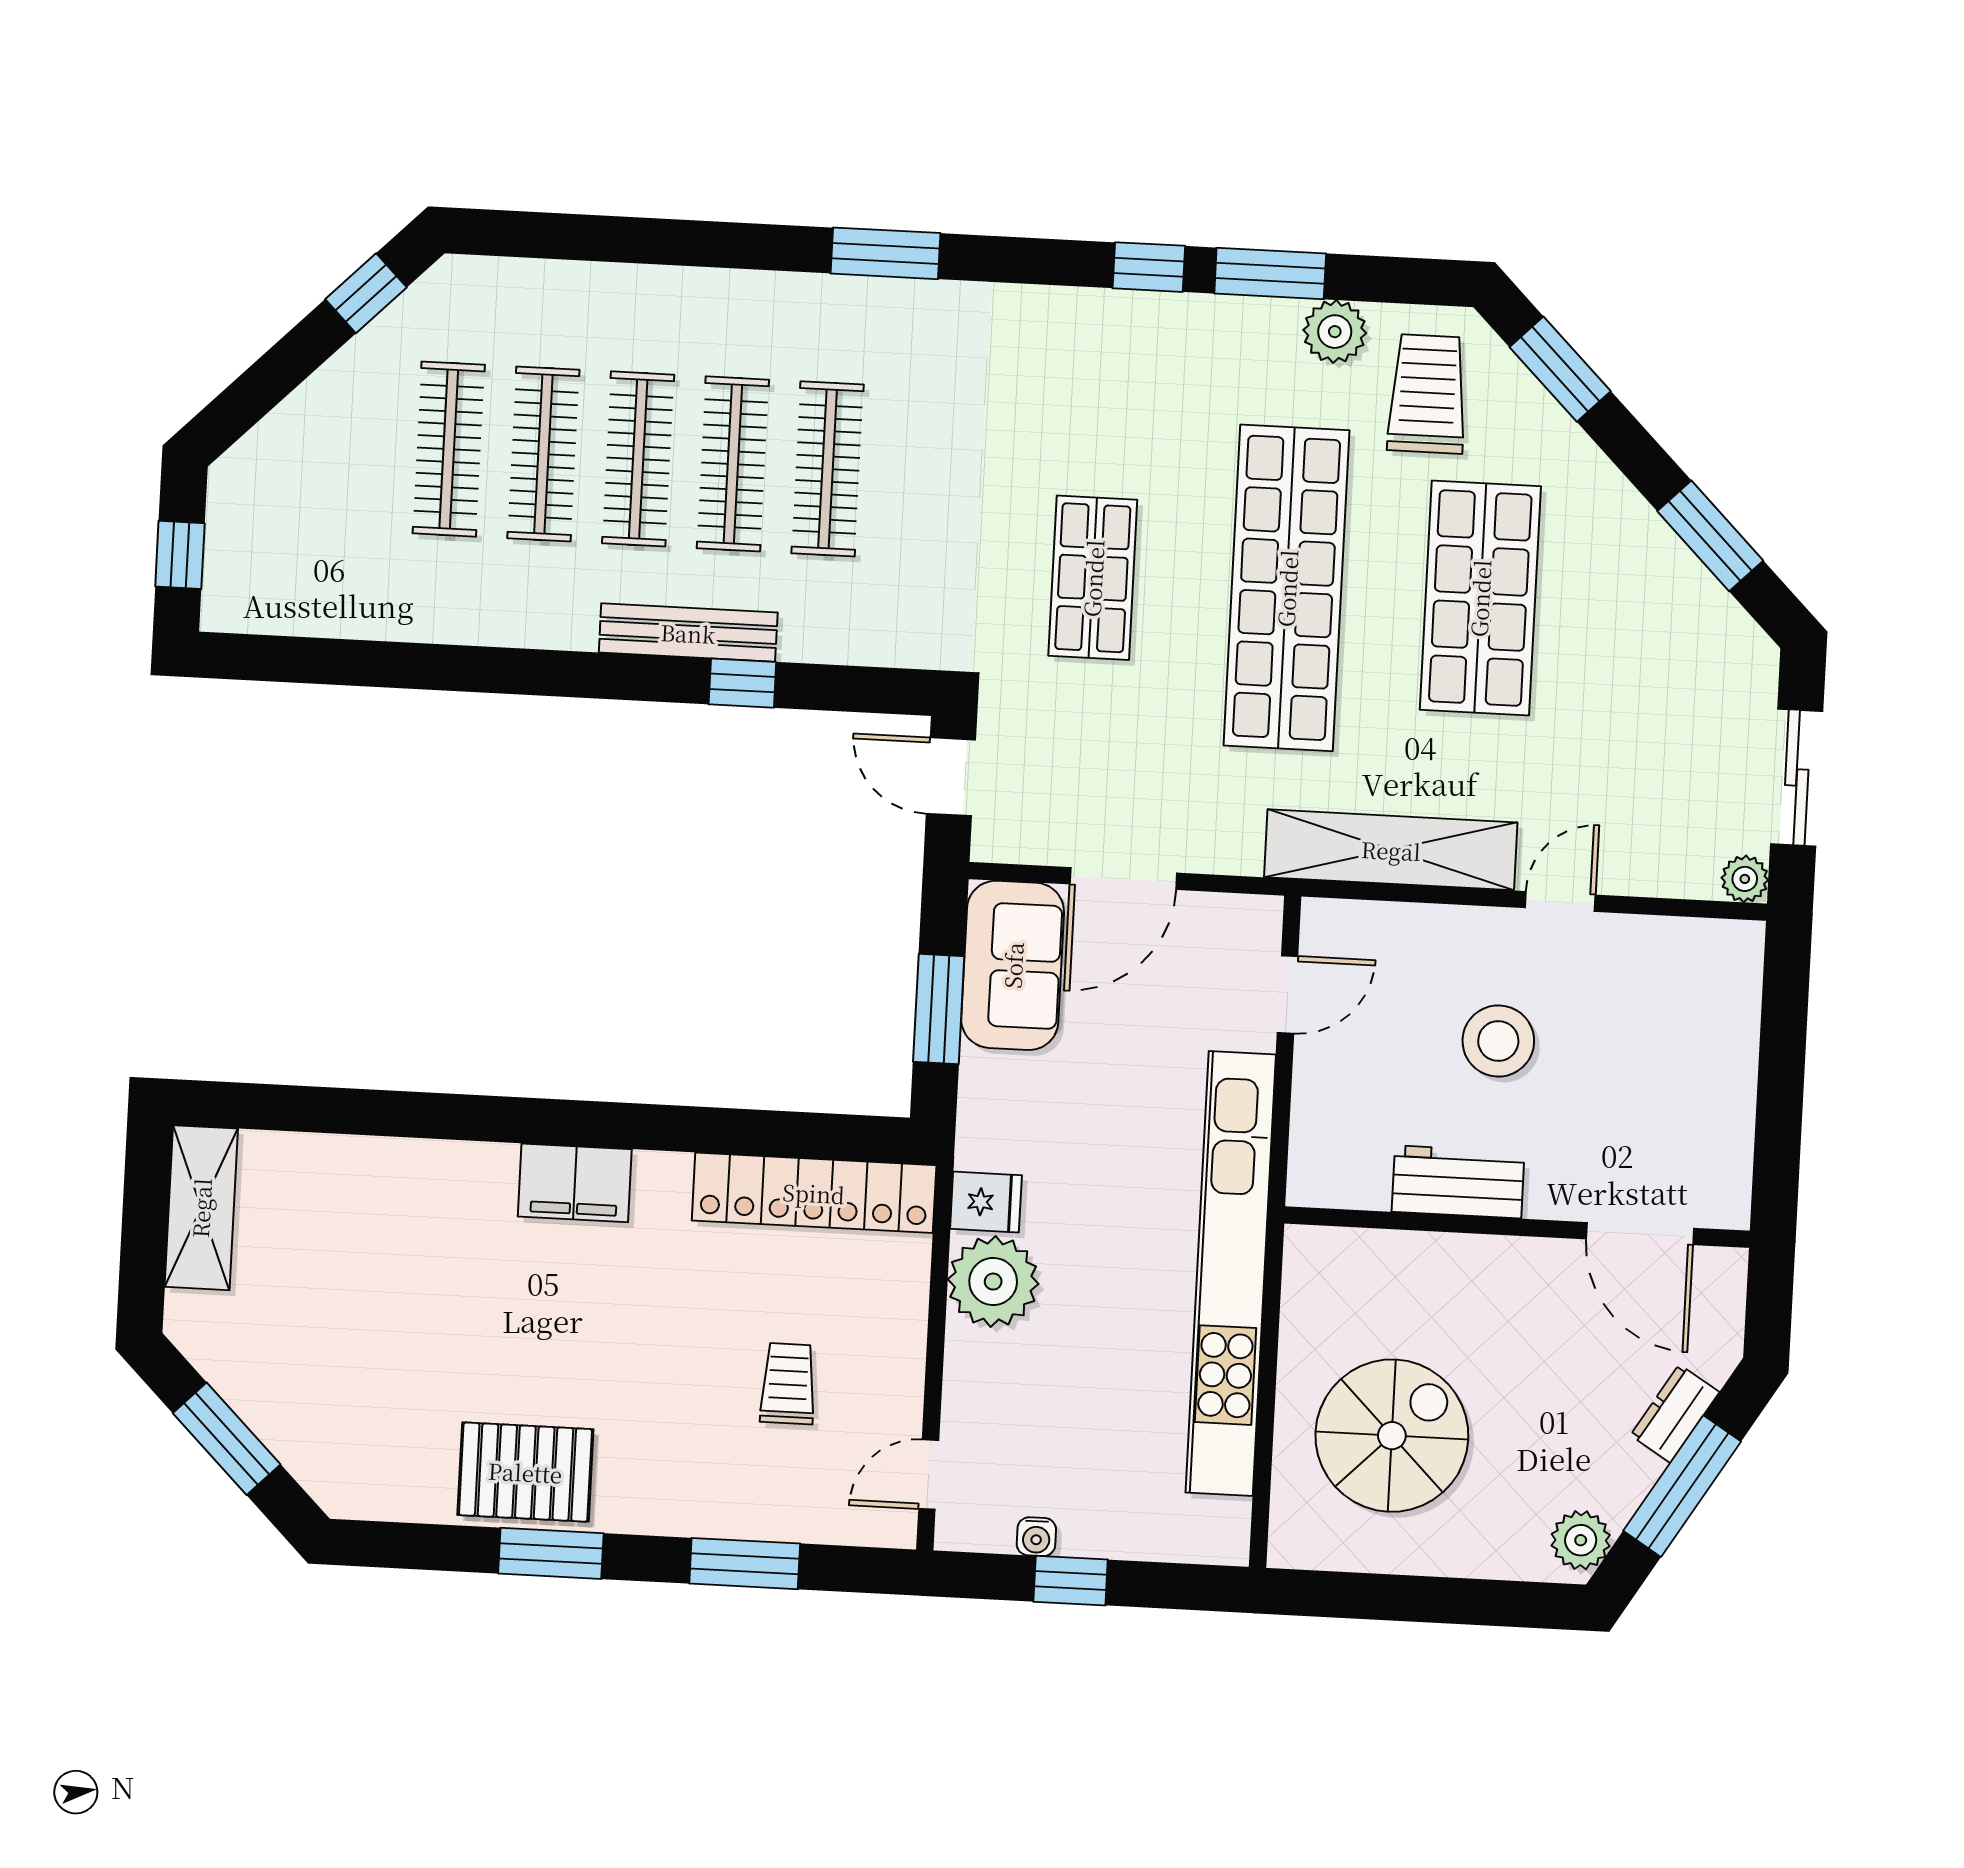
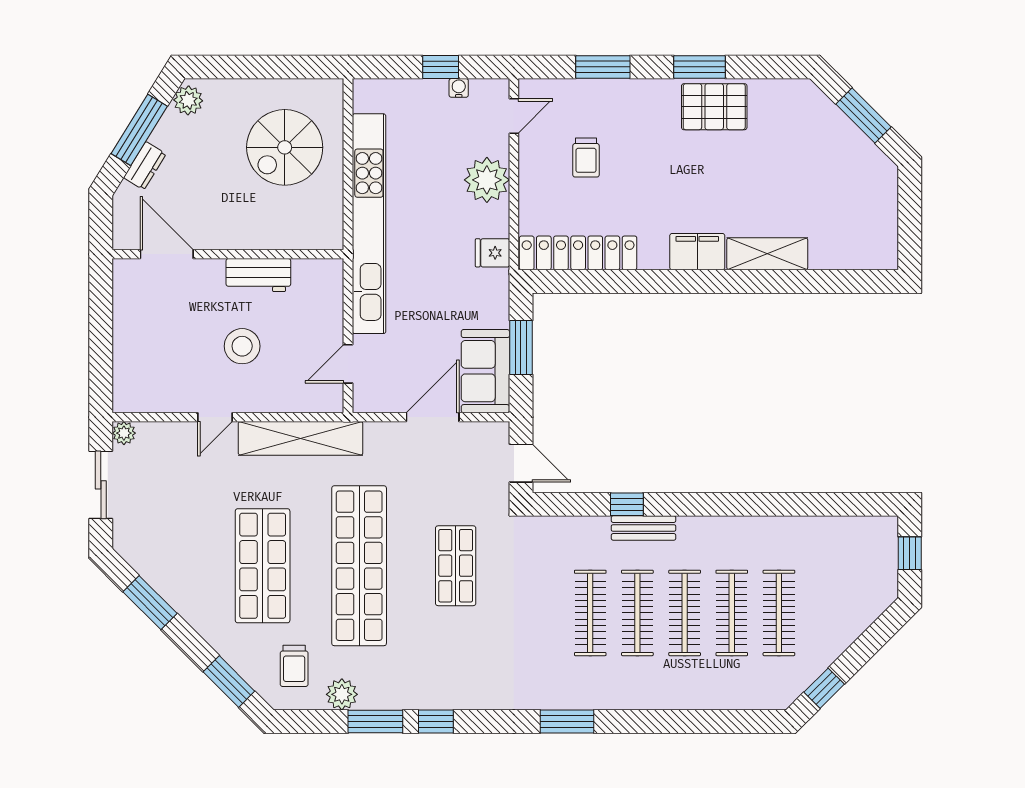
trolley: (1428, 394) -> (294, 666), width x0.73, depth x0.72
bench: (688, 633) -> (644, 528), width x0.73
shelving: (201, 1208) -> (767, 254), moved, turned 90
plant: (993, 1282) -> (487, 180), moved

